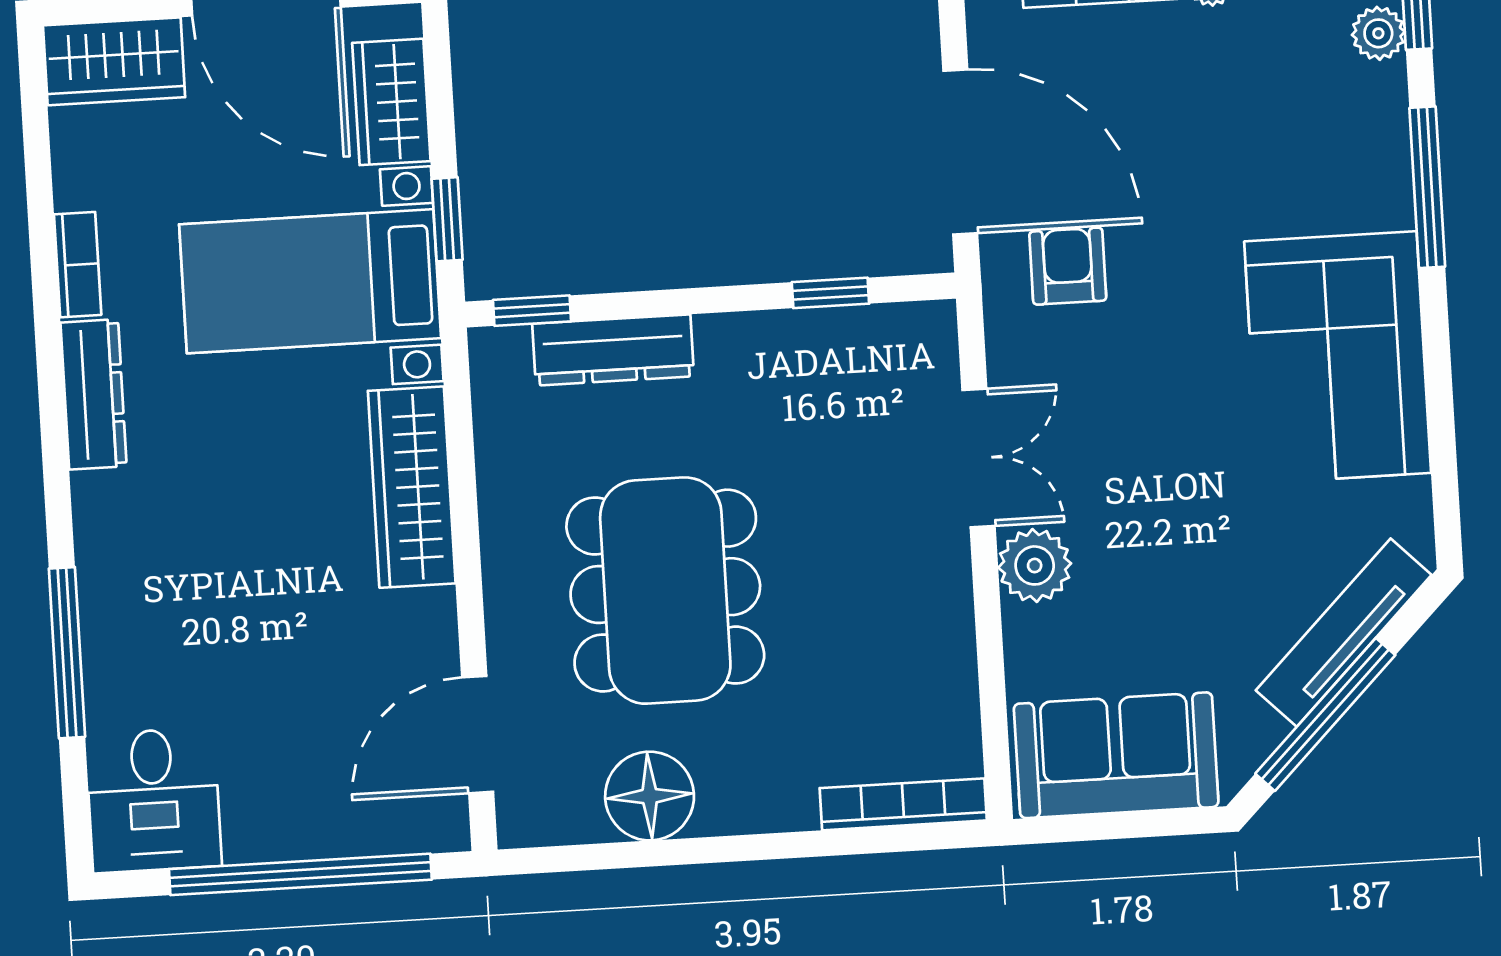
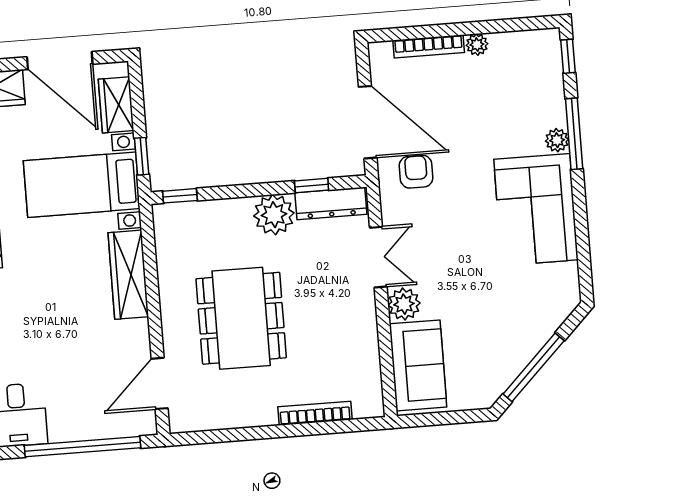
plant: (1378, 33) -> (557, 140), moved
dresser: (613, 350) -> (331, 203), moved
plant: (744, 357) -> (274, 215), added
tv unit: (1344, 633) -> (541, 331), removed
sofa: (1116, 755) -> (418, 365), moved, turned 90
floor lamp: (650, 796) -> (236, 409), removed
bookcase: (903, 804) -> (315, 413), moved

